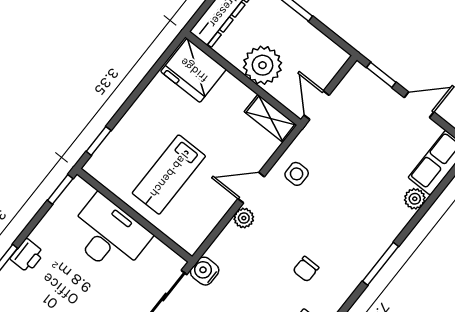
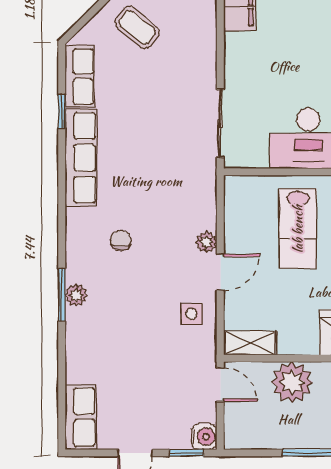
lab bench: (169, 175) -> (298, 229), turned 180
plant: (415, 199) -> (76, 295), moved
water cooler: (205, 271) -> (204, 437), moved

